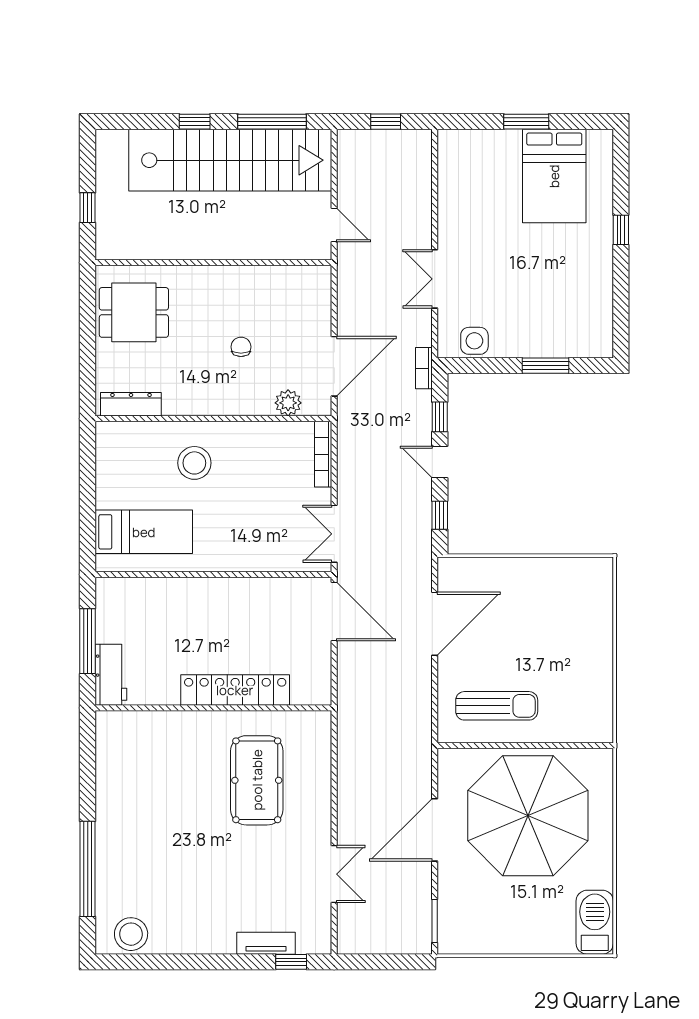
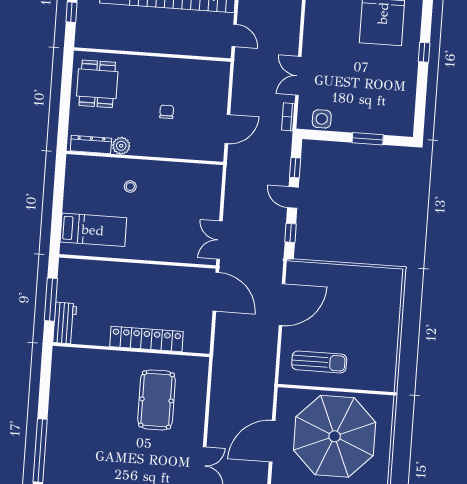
dining table: (134, 312) -> (97, 84), turned 90
door: (334, 366) -> (227, 129), width x0.73
bookcase: (424, 368) -> (288, 117), moved
plant: (288, 403) -> (121, 146), moved
bookcase: (323, 454) -> (216, 187), removed
stool: (194, 463) -> (130, 187), width x0.53, depth x0.53

